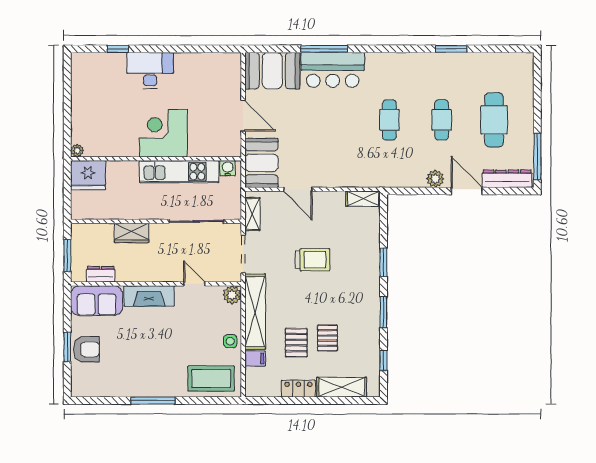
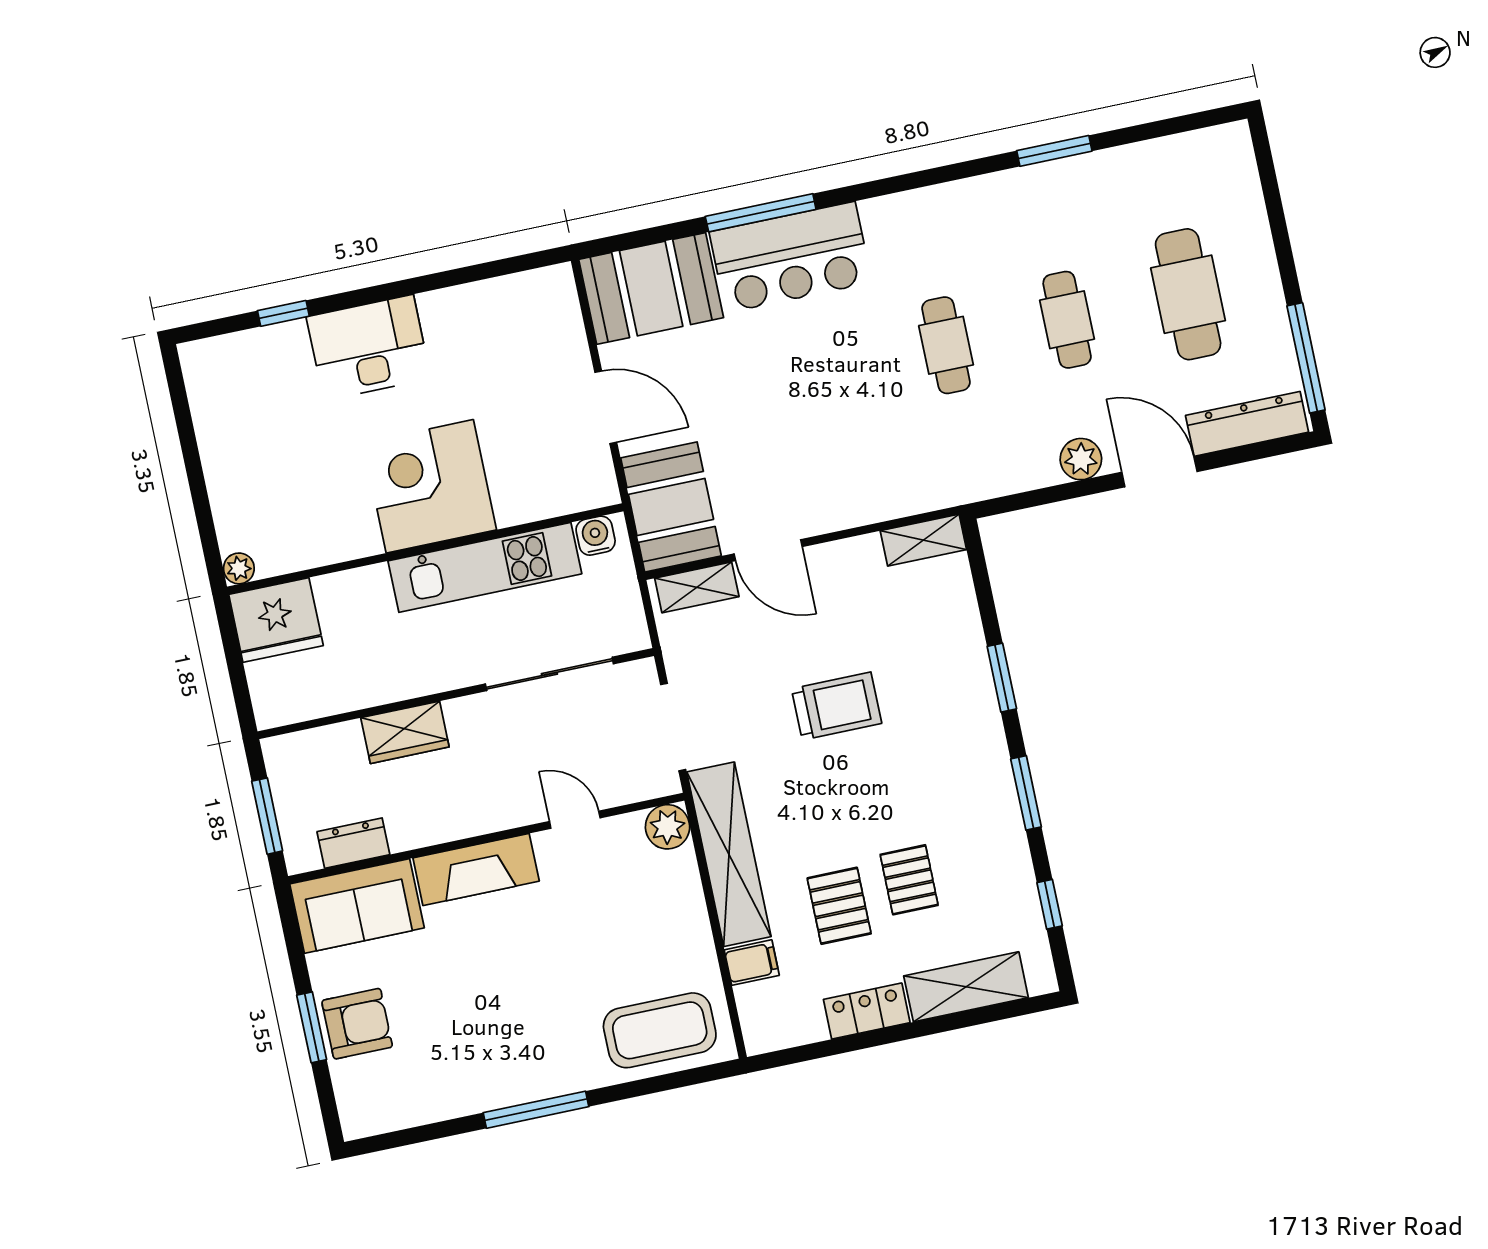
shelving: (252, 214) -> (697, 587), moved, turned 90
side table: (230, 341) -> (686, 934), removed

